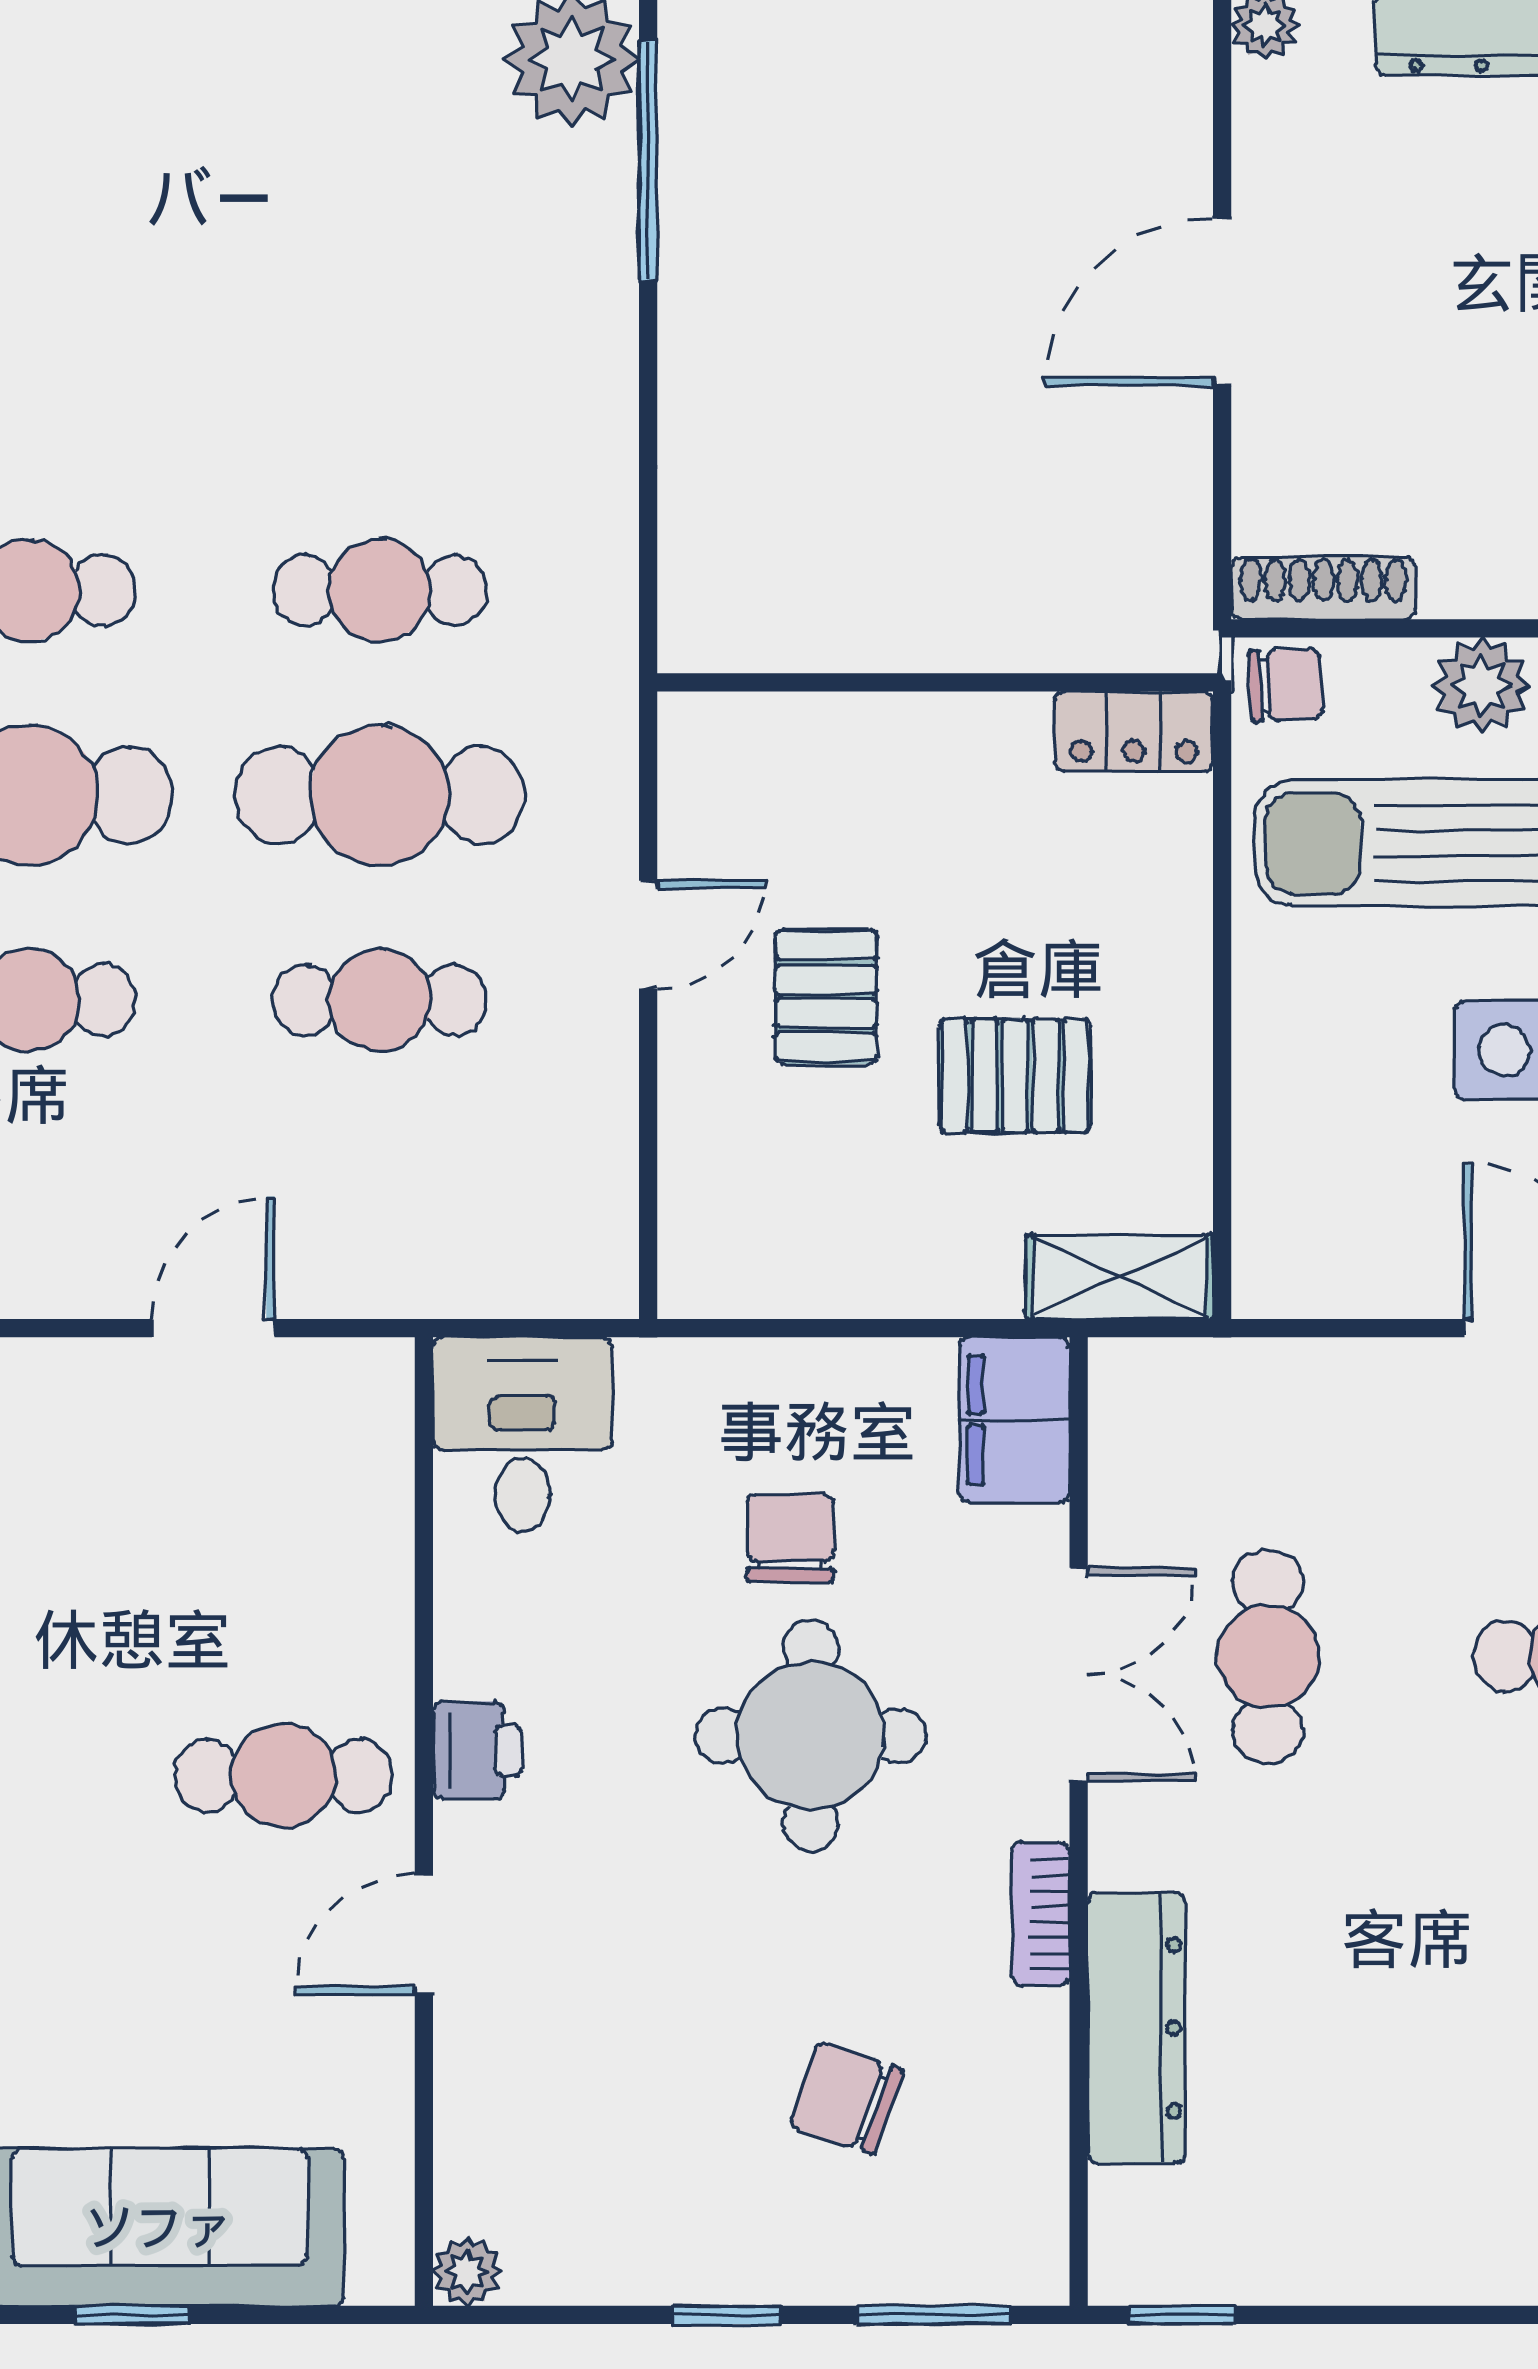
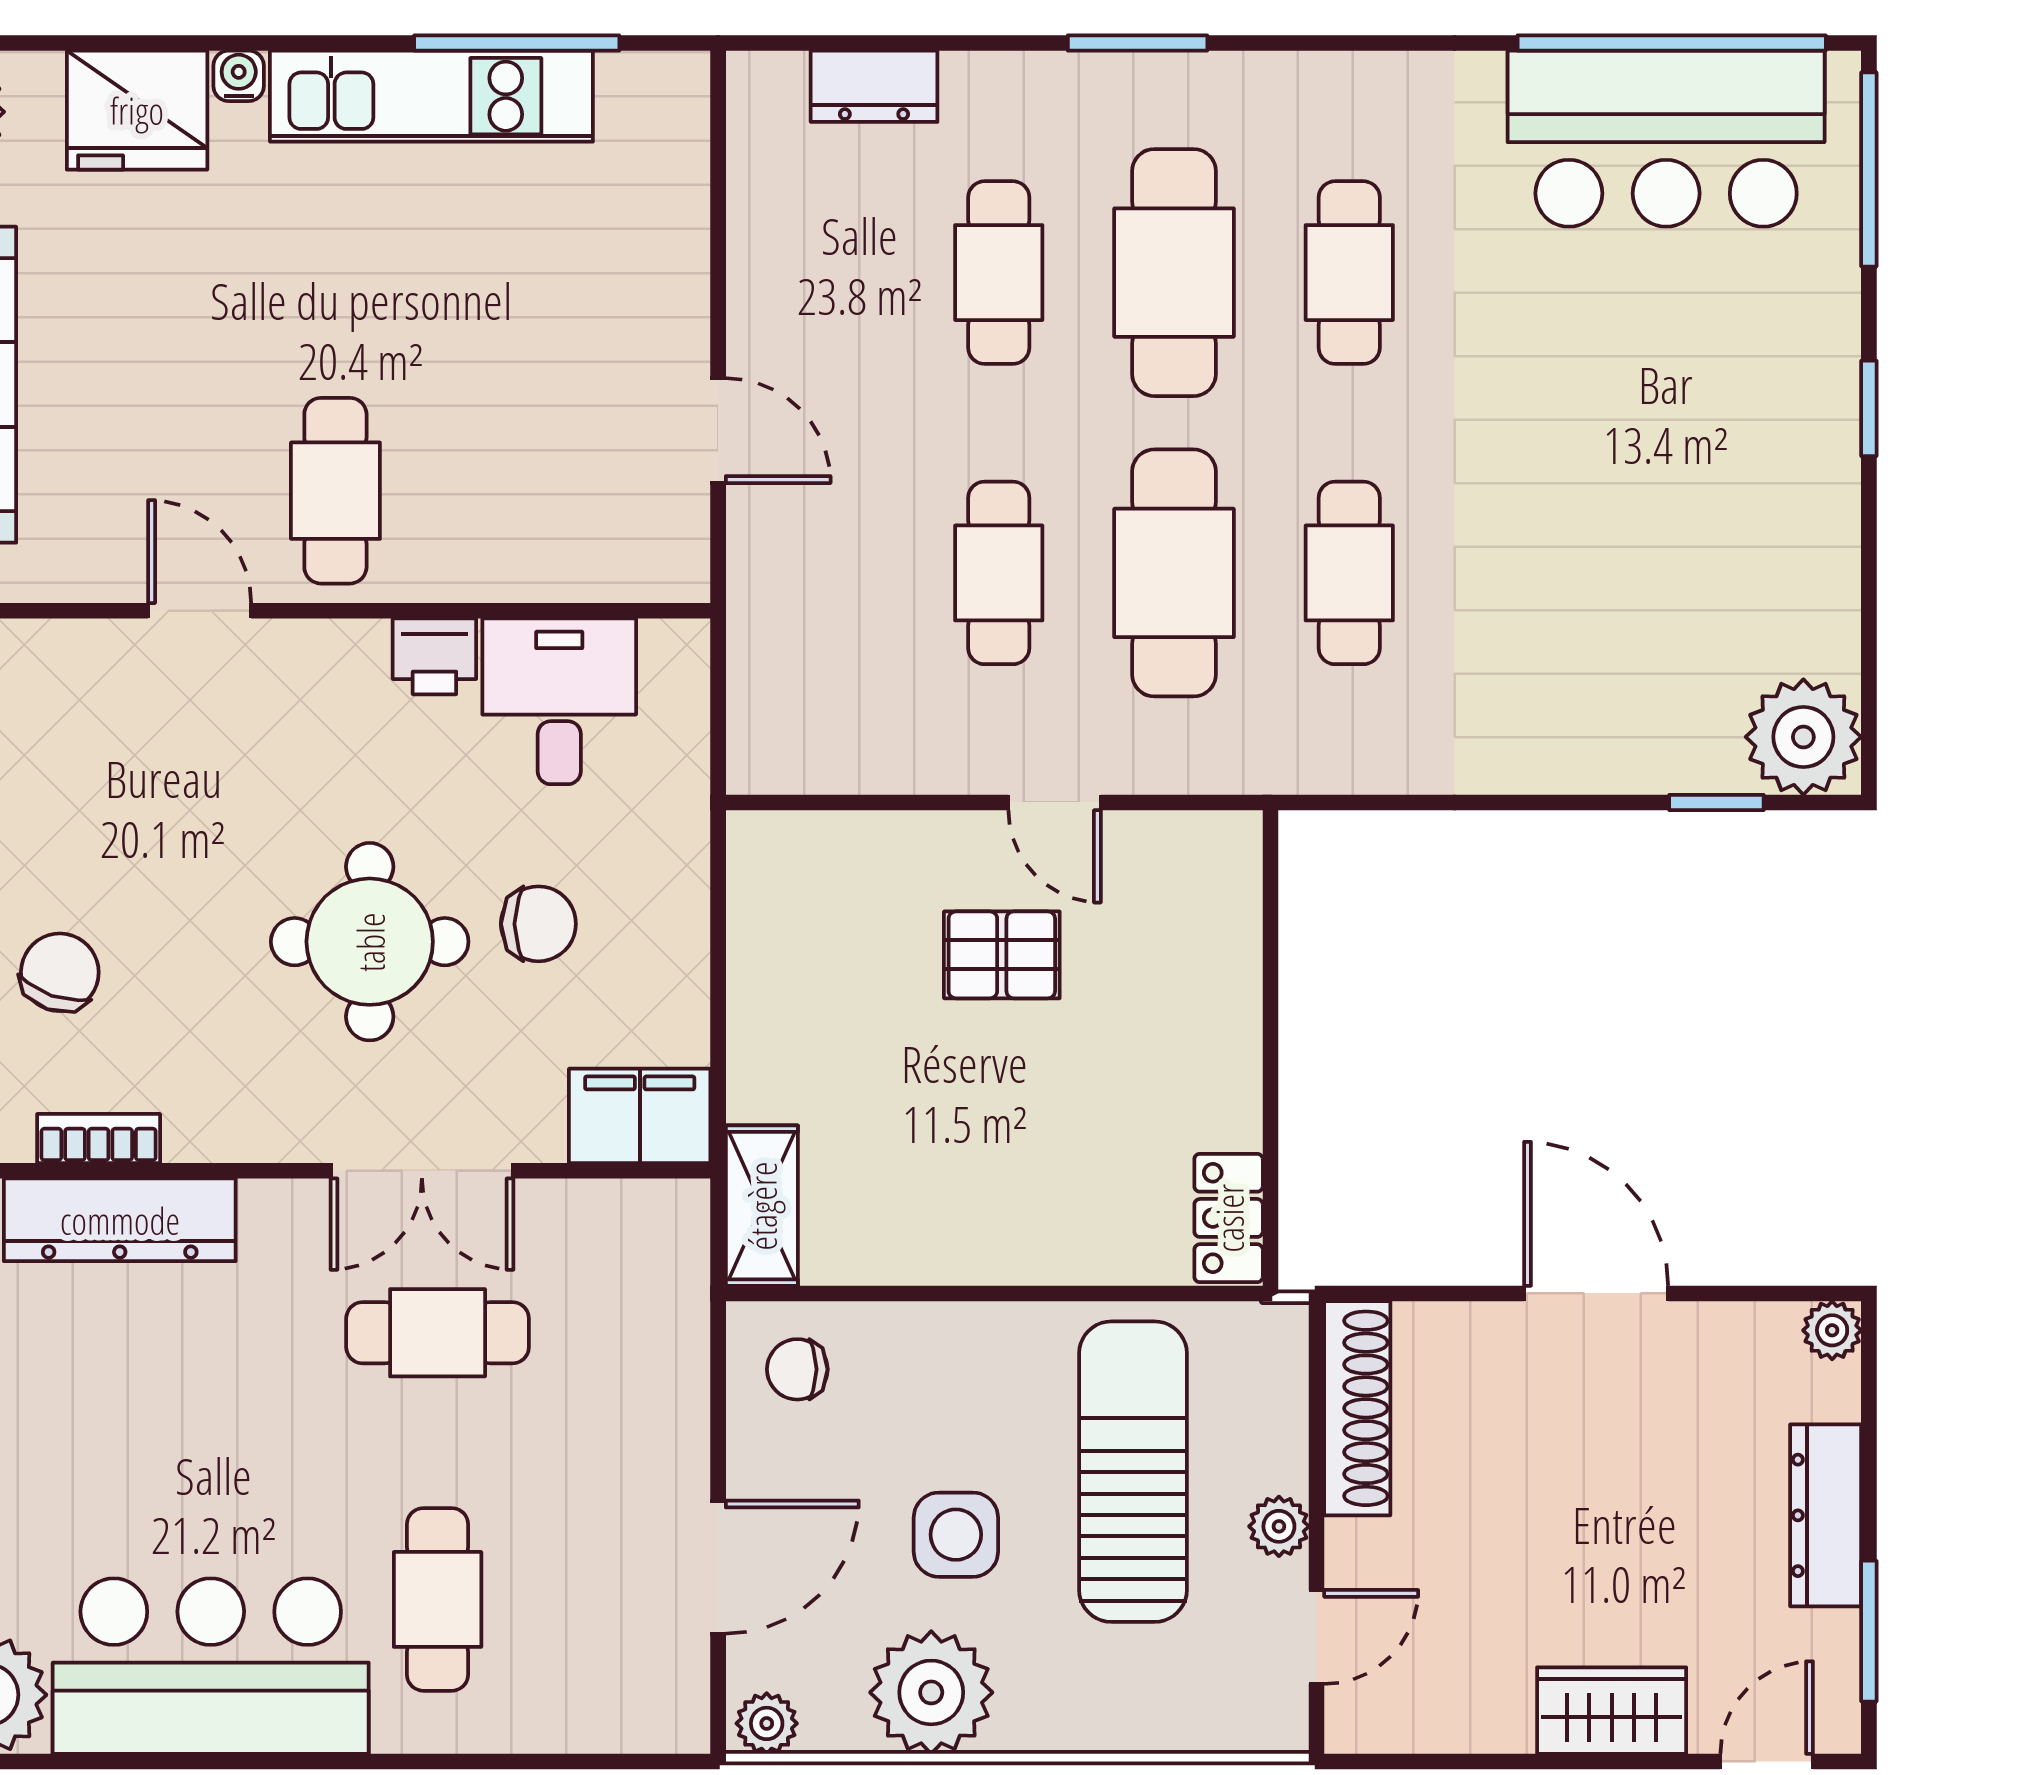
window: (648, 161) -> (1716, 802), width x0.46
shoe rack: (1323, 588) -> (1357, 1408), width x1.36, depth x1.24
chair: (1285, 685) -> (797, 1369), moved, turned 93
plant: (1481, 686) -> (1279, 1526), width x0.73, depth x0.73
pallet: (1015, 1076) -> (934, 1116), removed
desk: (523, 1434) -> (559, 701), moved, turned -90
printer: (477, 1750) -> (434, 656), moved
bookcase: (1041, 1914) -> (99, 1138), moved

